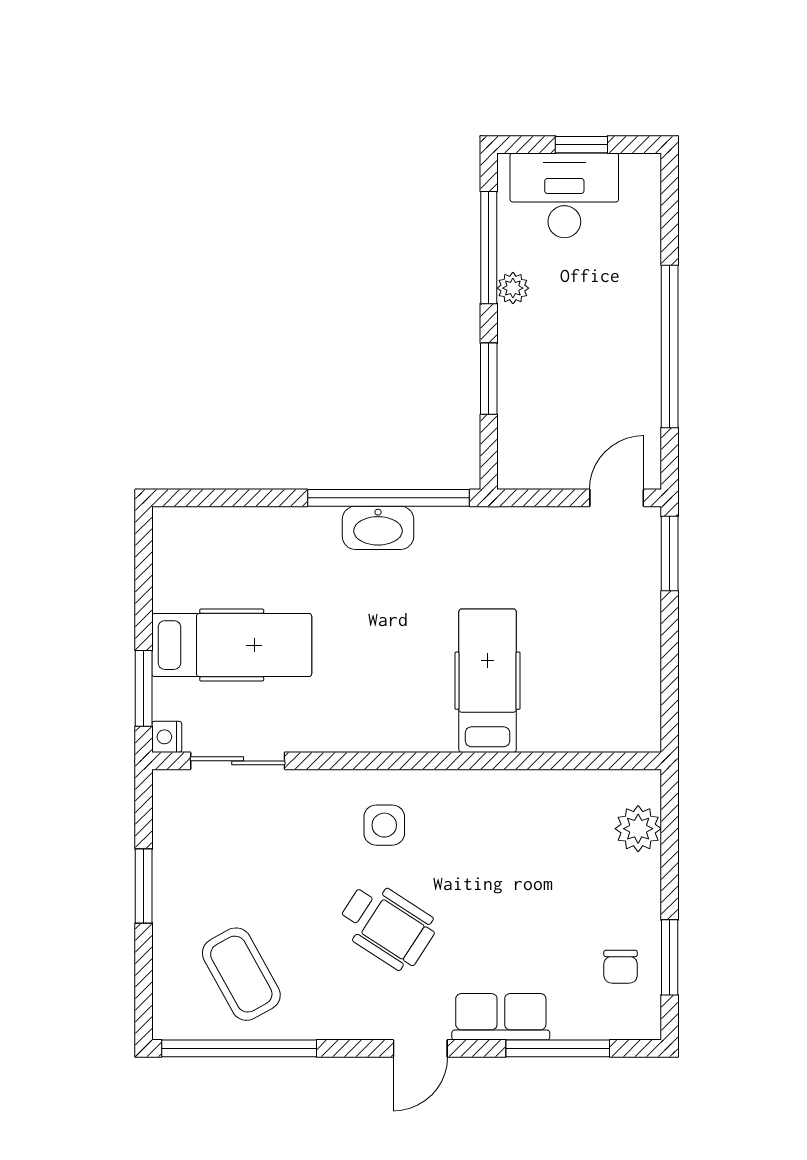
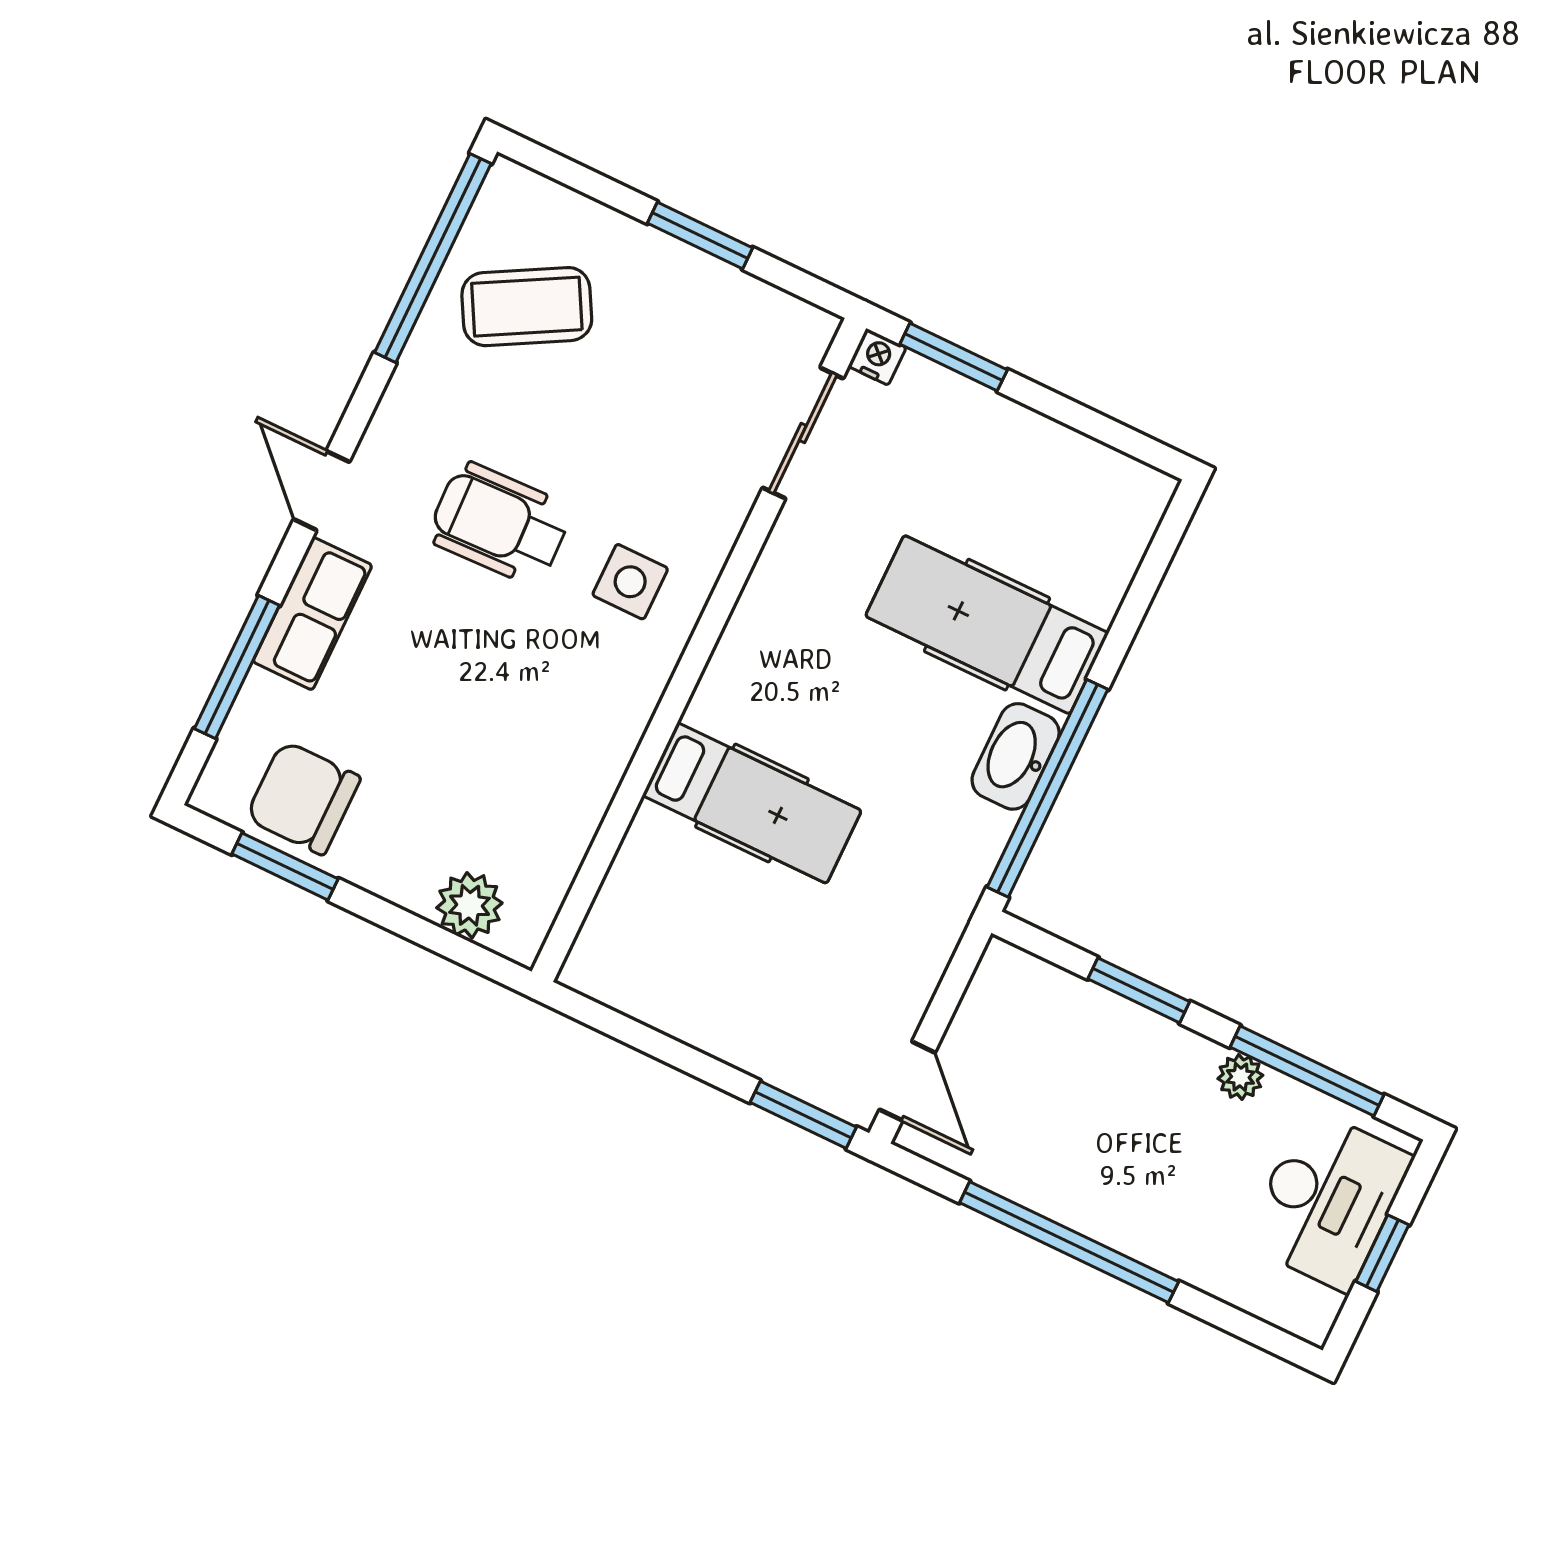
hospital bed: (232, 645) -> (987, 625), moved, turned 90
wheelchair: (387, 926) -> (500, 523), turned 55
chair: (621, 967) -> (303, 798), width x1.87, depth x1.87

